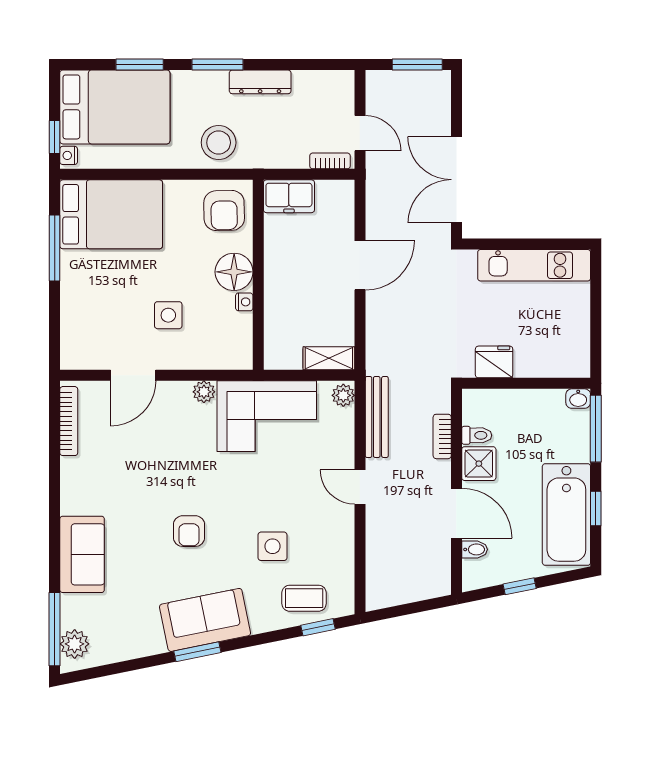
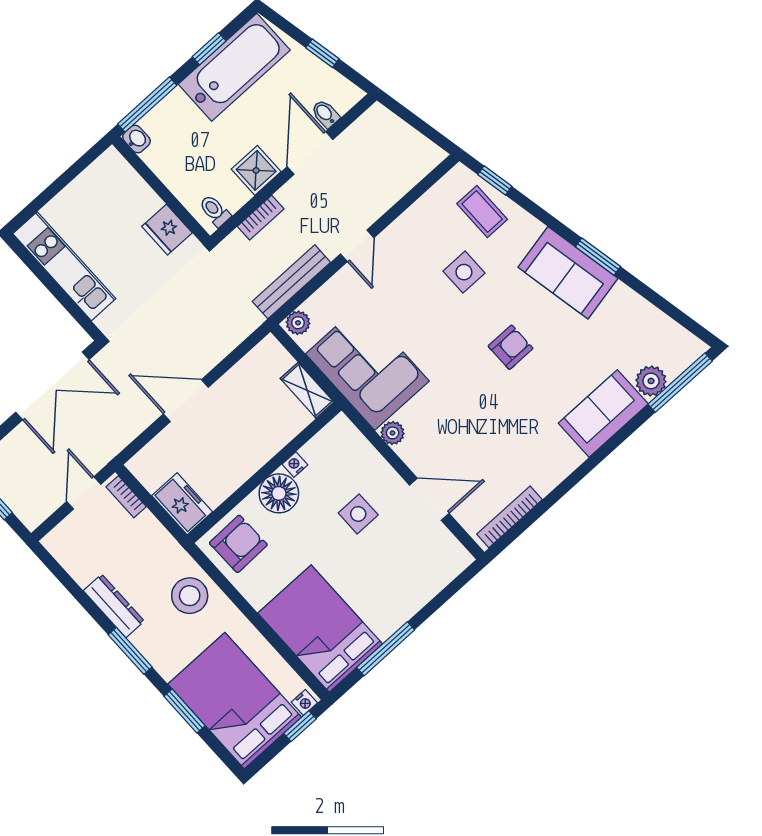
shelving: (329, 358) -> (307, 390), moved
toilet: (477, 435) -> (215, 211), moved
plant: (75, 644) -> (651, 381), moved

